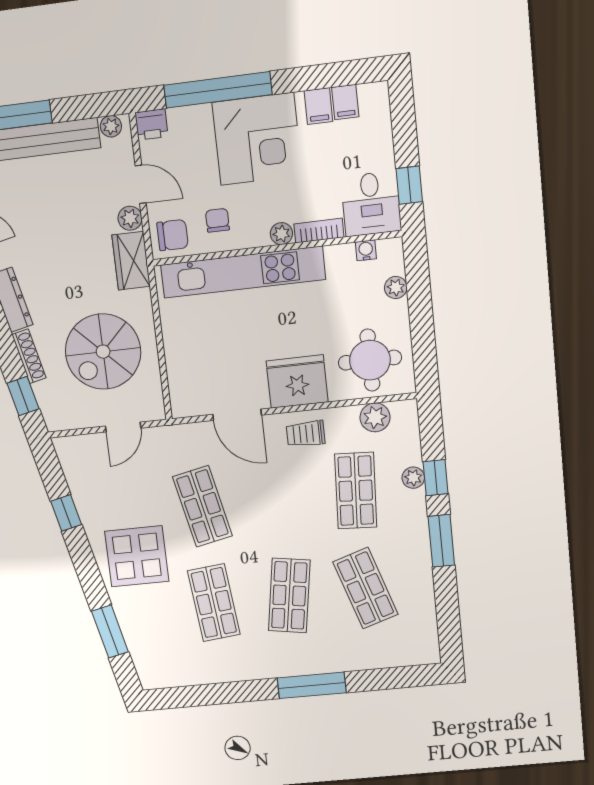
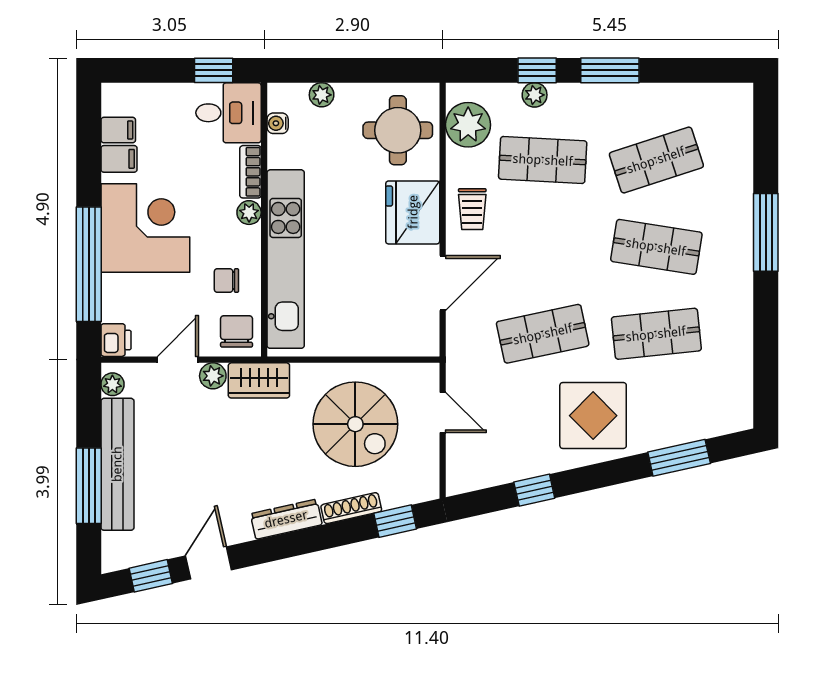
plant: (375, 417) -> (468, 125), width x1.36, depth x1.36

